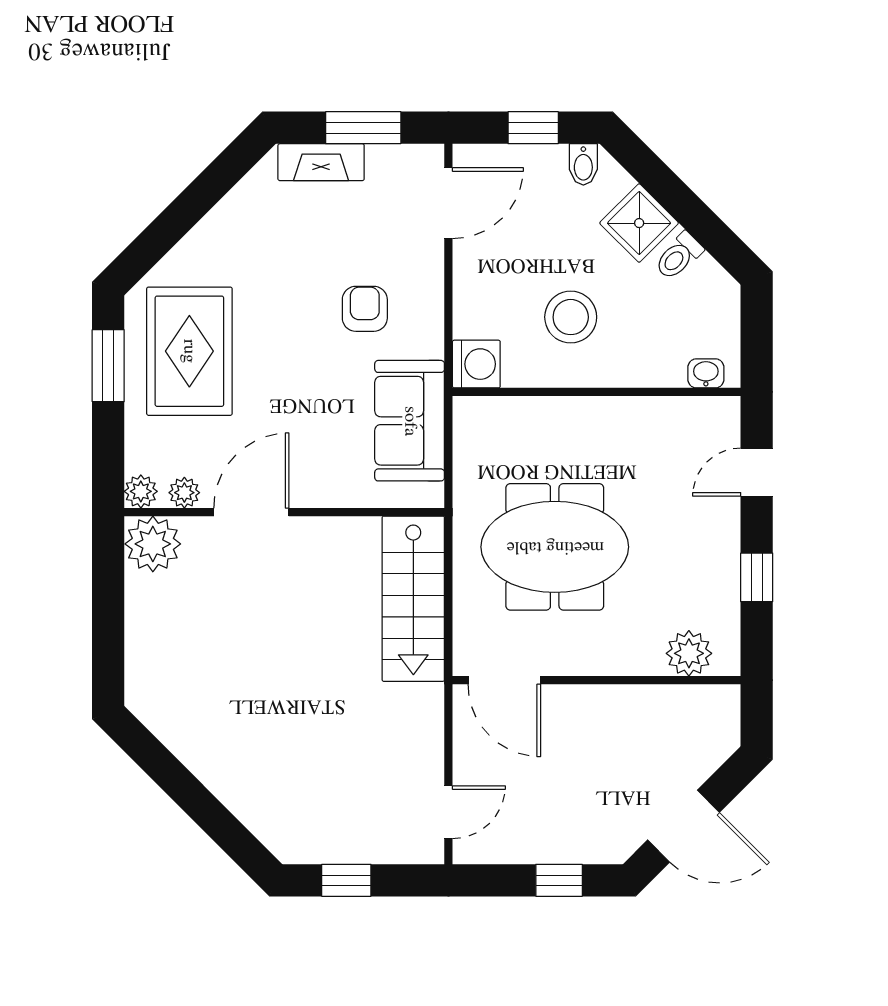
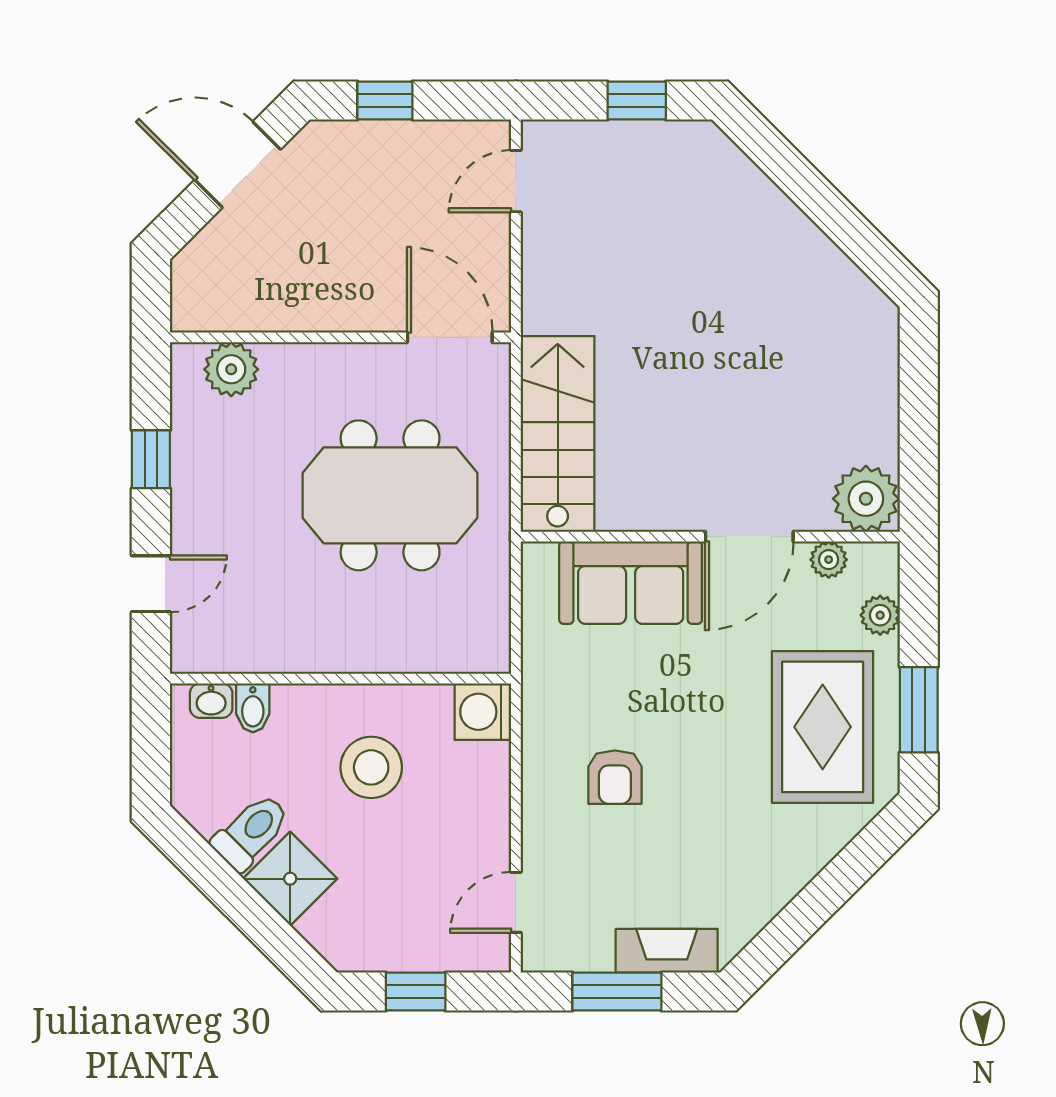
bidet: (583, 164) -> (253, 708), moved, turned 180
door: (448, 203) -> (516, 902), width x0.73
toilet: (679, 256) -> (251, 832), width x1.37, depth x1.39
sofa: (410, 421) -> (631, 583), moved, turned 90
plant: (141, 491) -> (880, 615), moved

